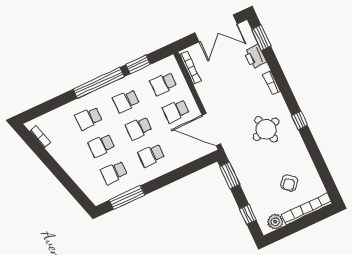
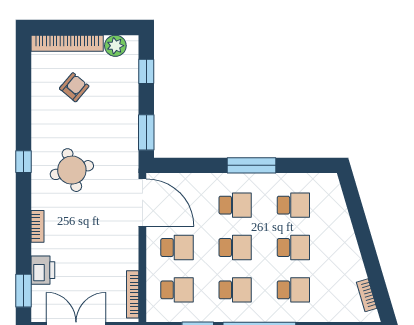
window: (127, 198) -> (252, 165), moved

